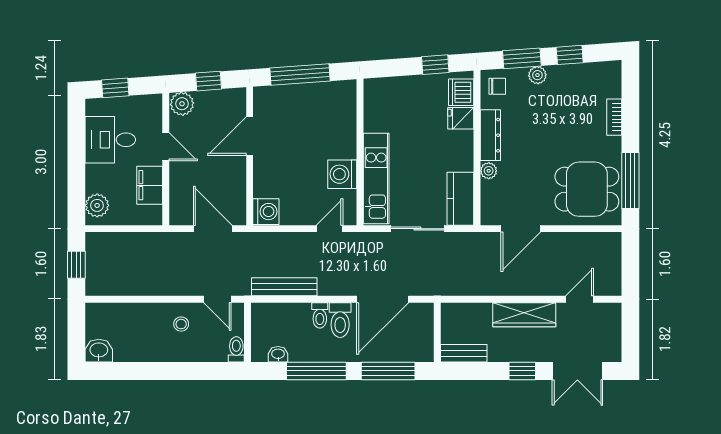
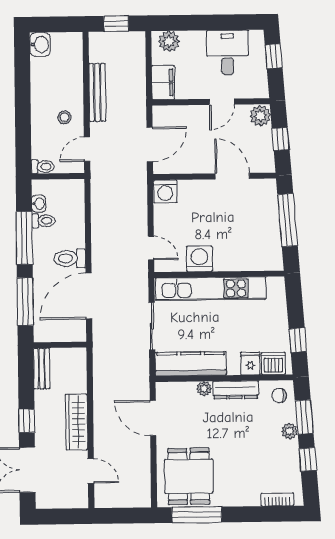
chair: (497, 86) -> (279, 395), turned 90
bookcase: (614, 117) -> (277, 499), moved
kitchen unit: (376, 178) -> (211, 289), width x1.36
filing cabinet: (150, 185) -> (163, 83), moved, turned 90
kitchen counter: (460, 199) -> (191, 364), width x1.50
bench: (284, 287) -> (97, 92), moved
door: (383, 299) -> (89, 296), hinge flipped
toilet: (320, 315) -> (43, 221), moved, turned 180

